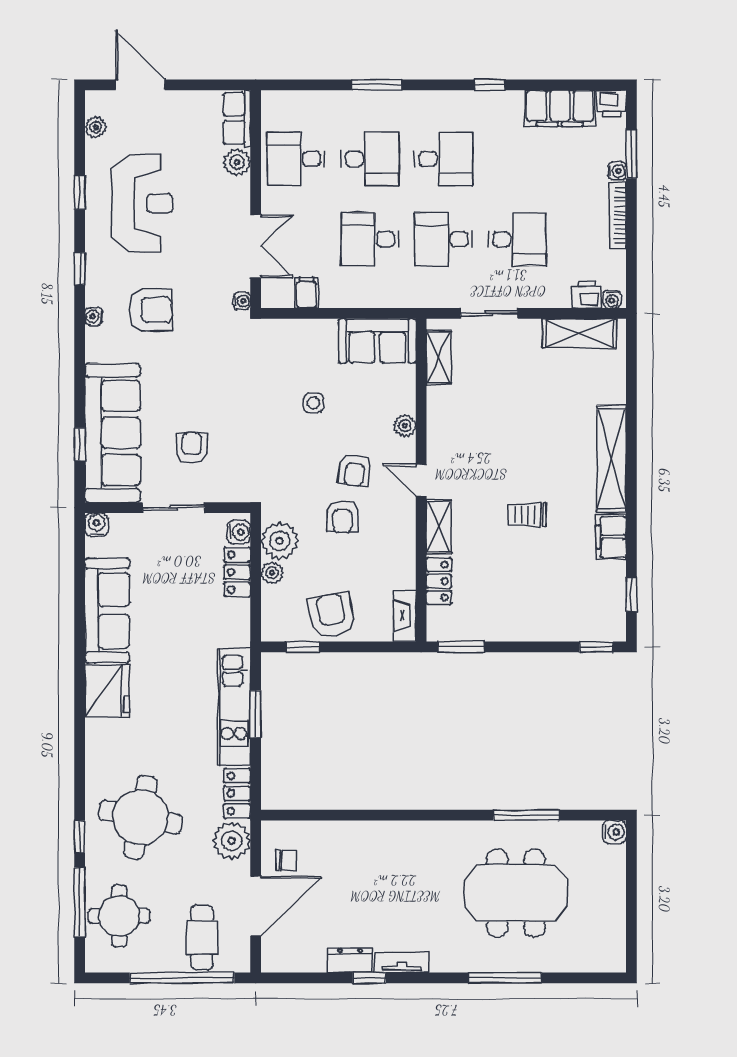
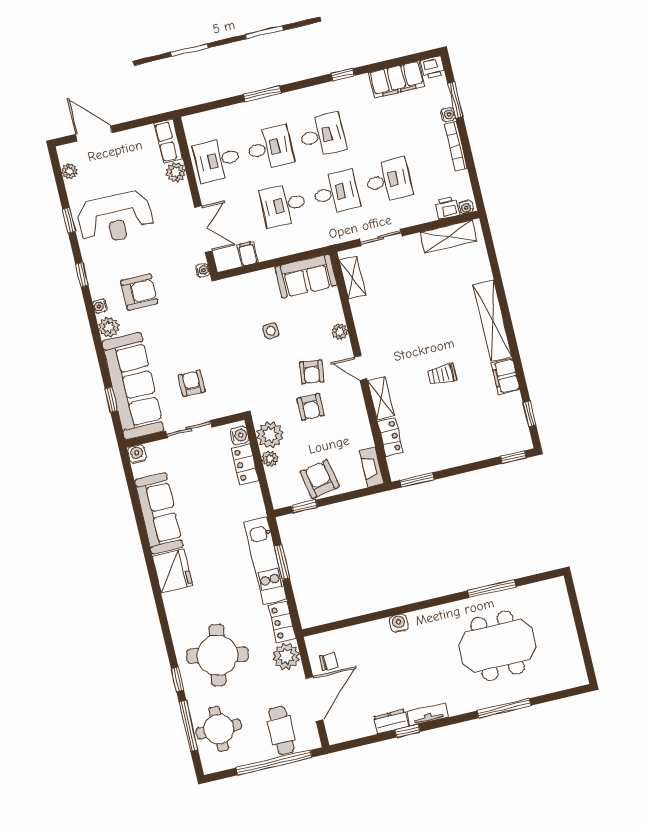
reception desk: (142, 203) -> (115, 218), turned 90
desk: (443, 239) -> (336, 192), turned 180
plant: (99, 347) -> (109, 327), added
water cooler: (614, 832) -> (399, 623), moved, turned -90

